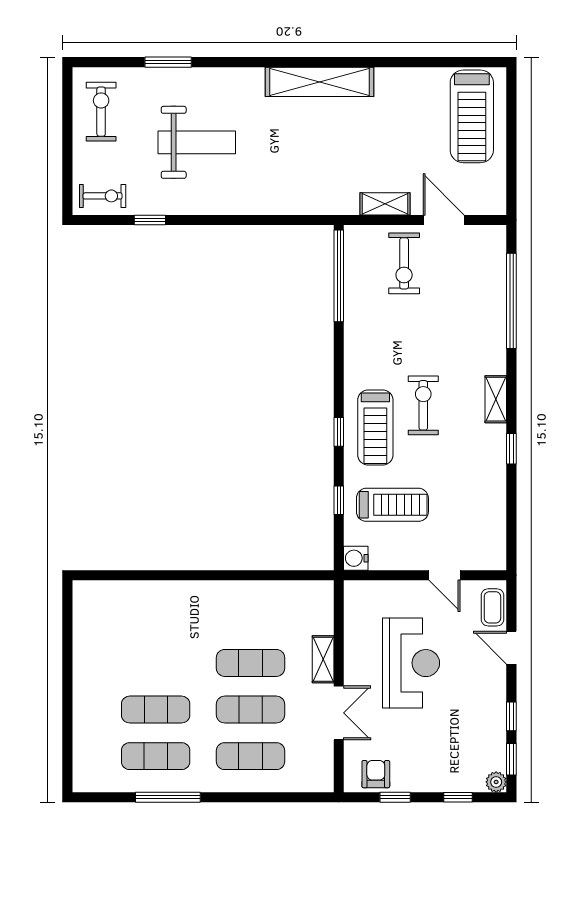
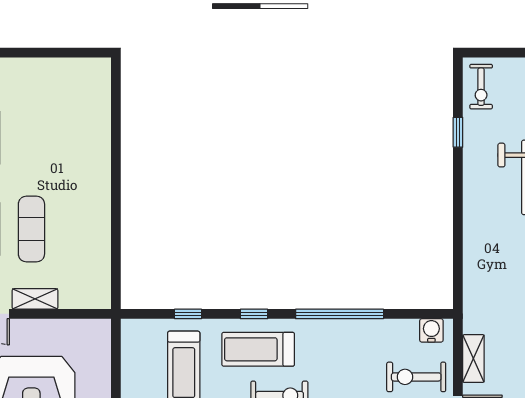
window: (339, 276) -> (340, 314), moved
water cooler: (356, 558) -> (431, 330), moved

